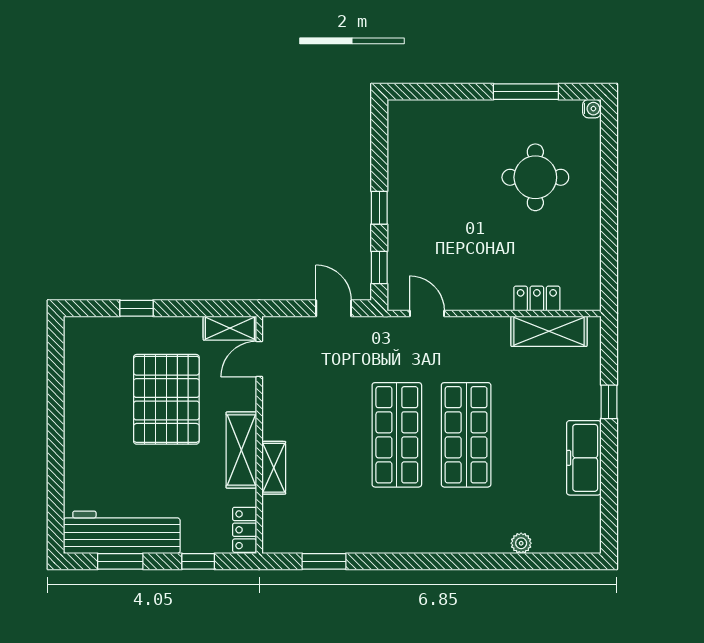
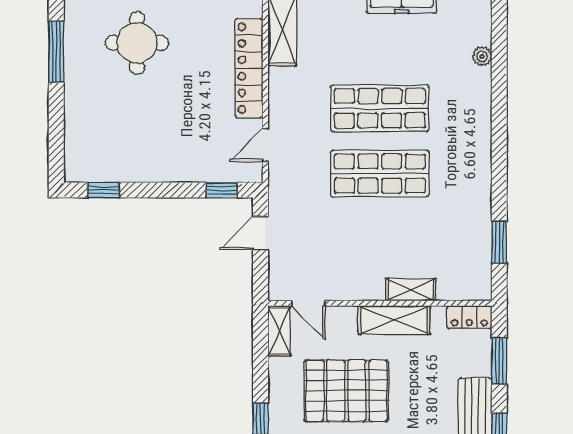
window: (379, 208) -> (103, 190), moved
locker: (537, 299) -> (249, 68), width x2.16, depth x1.21
window: (198, 561) -> (499, 361), width x1.50

